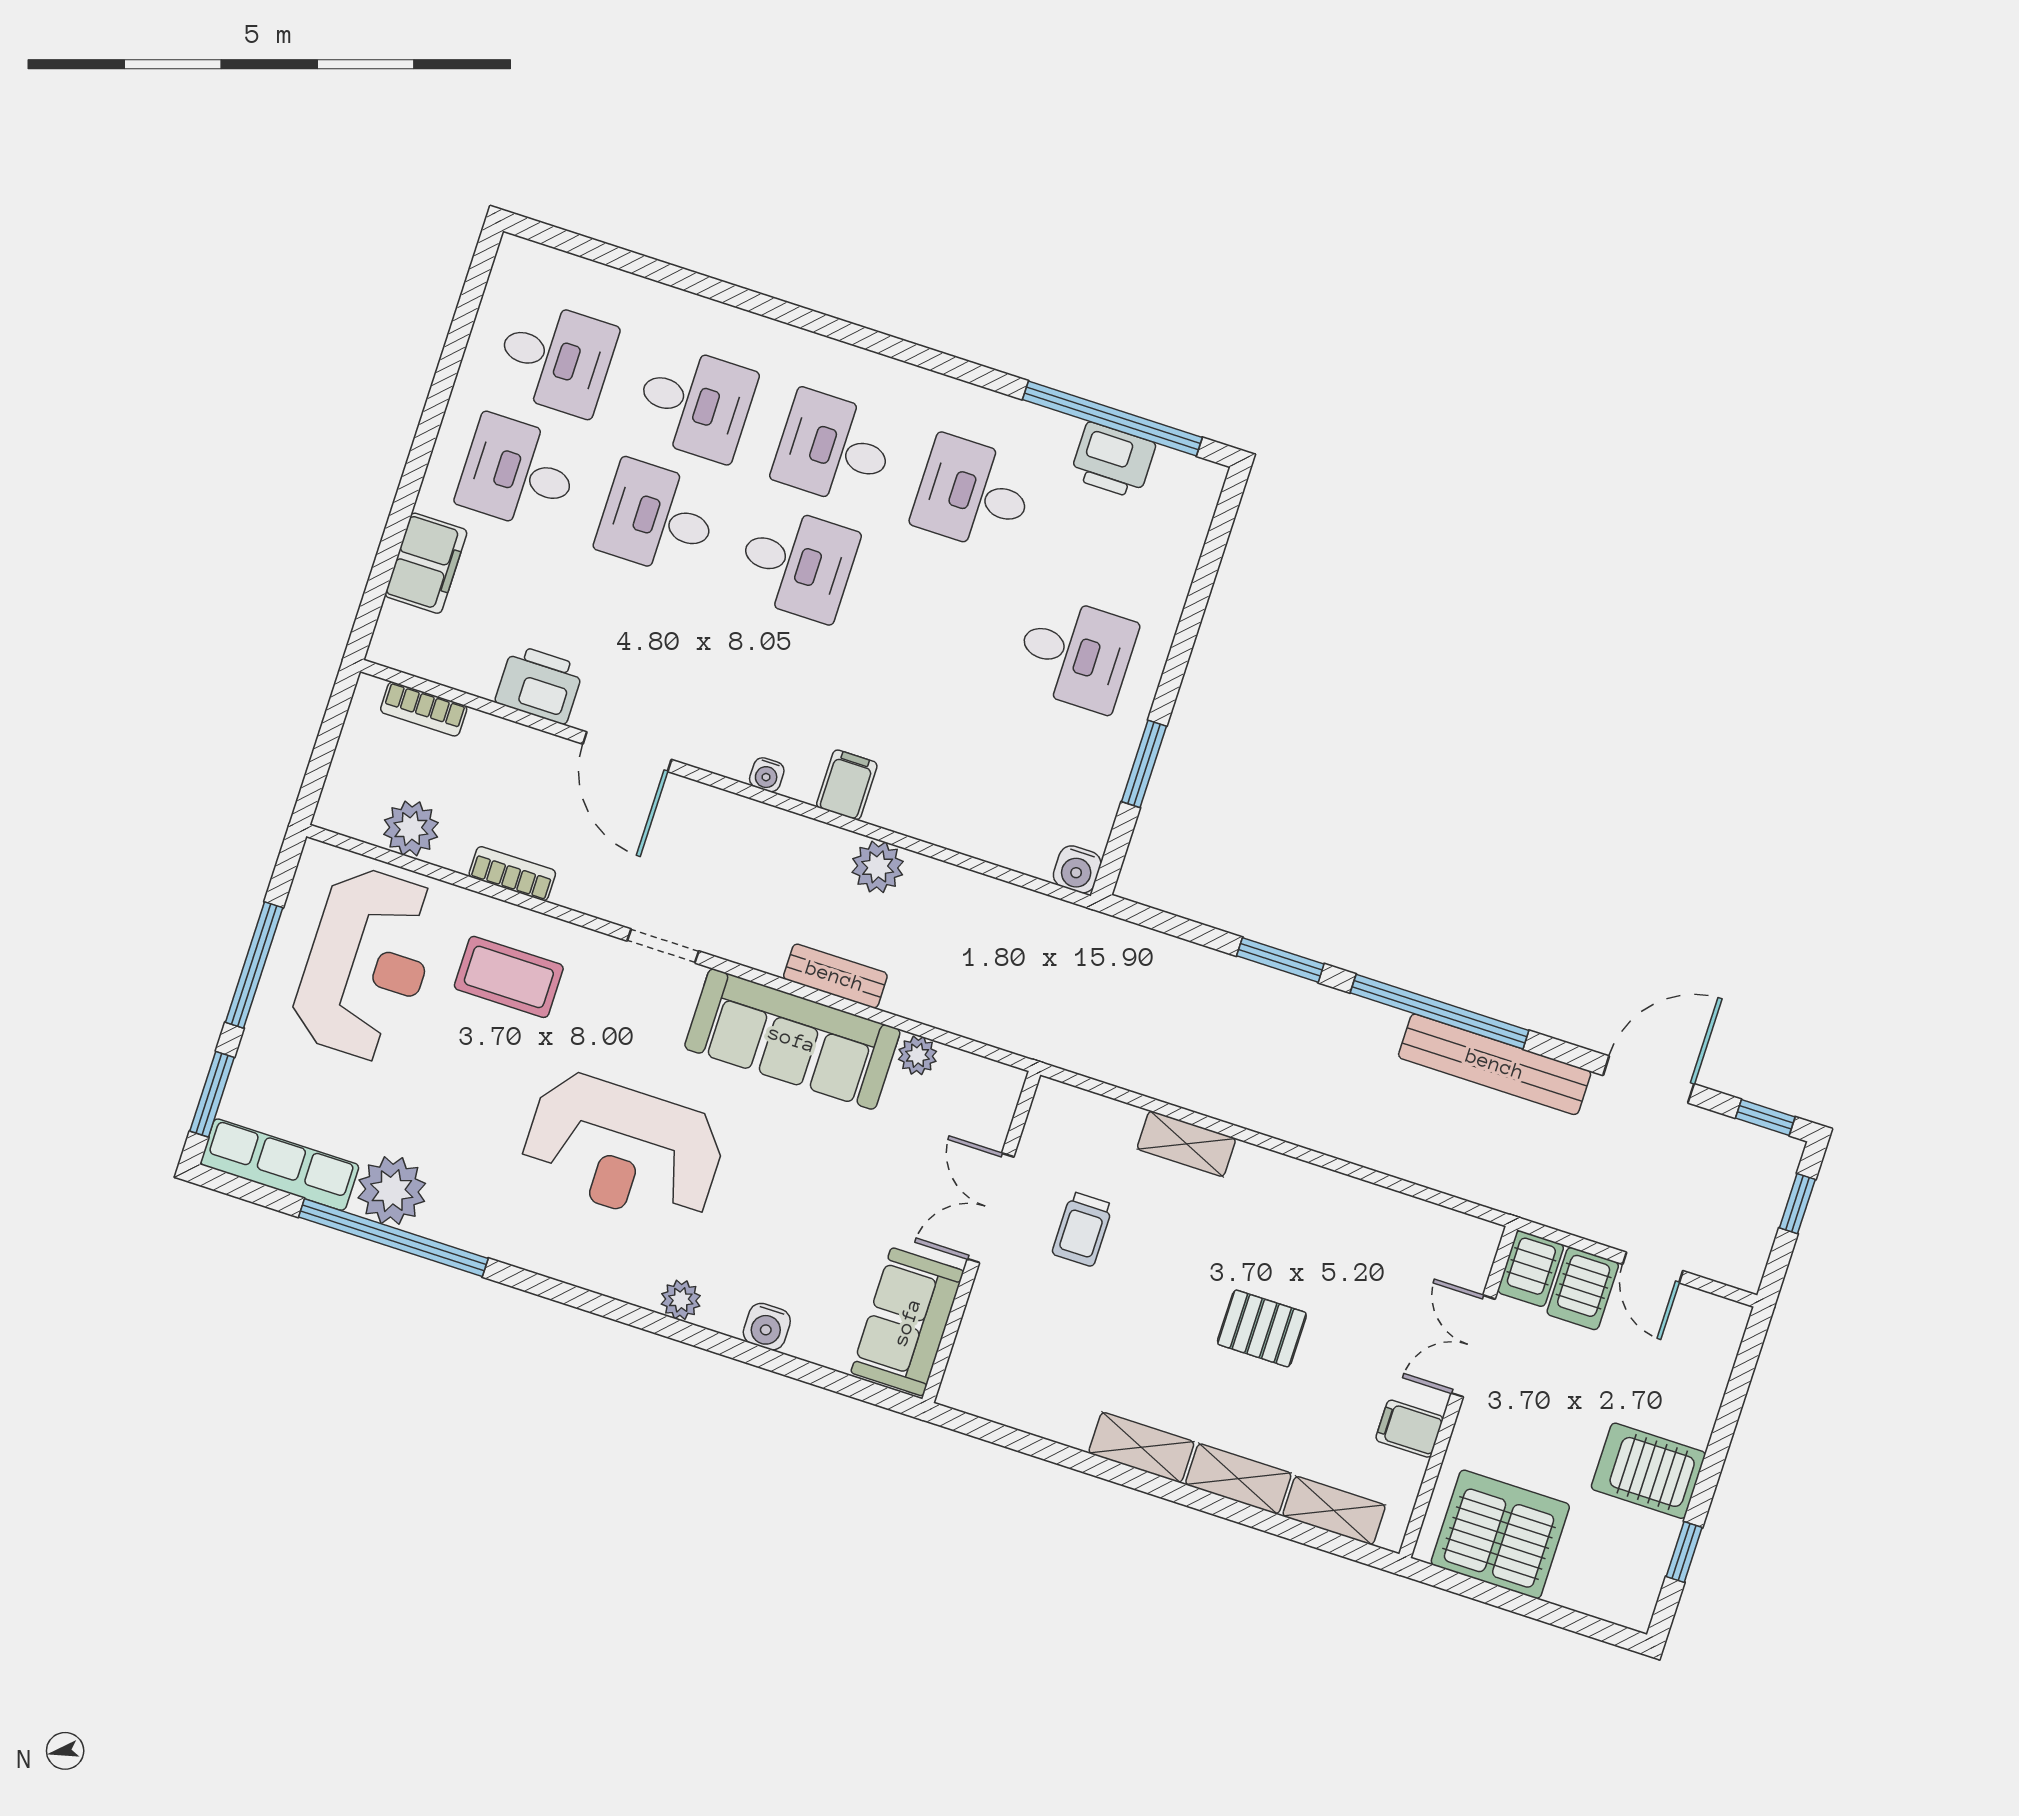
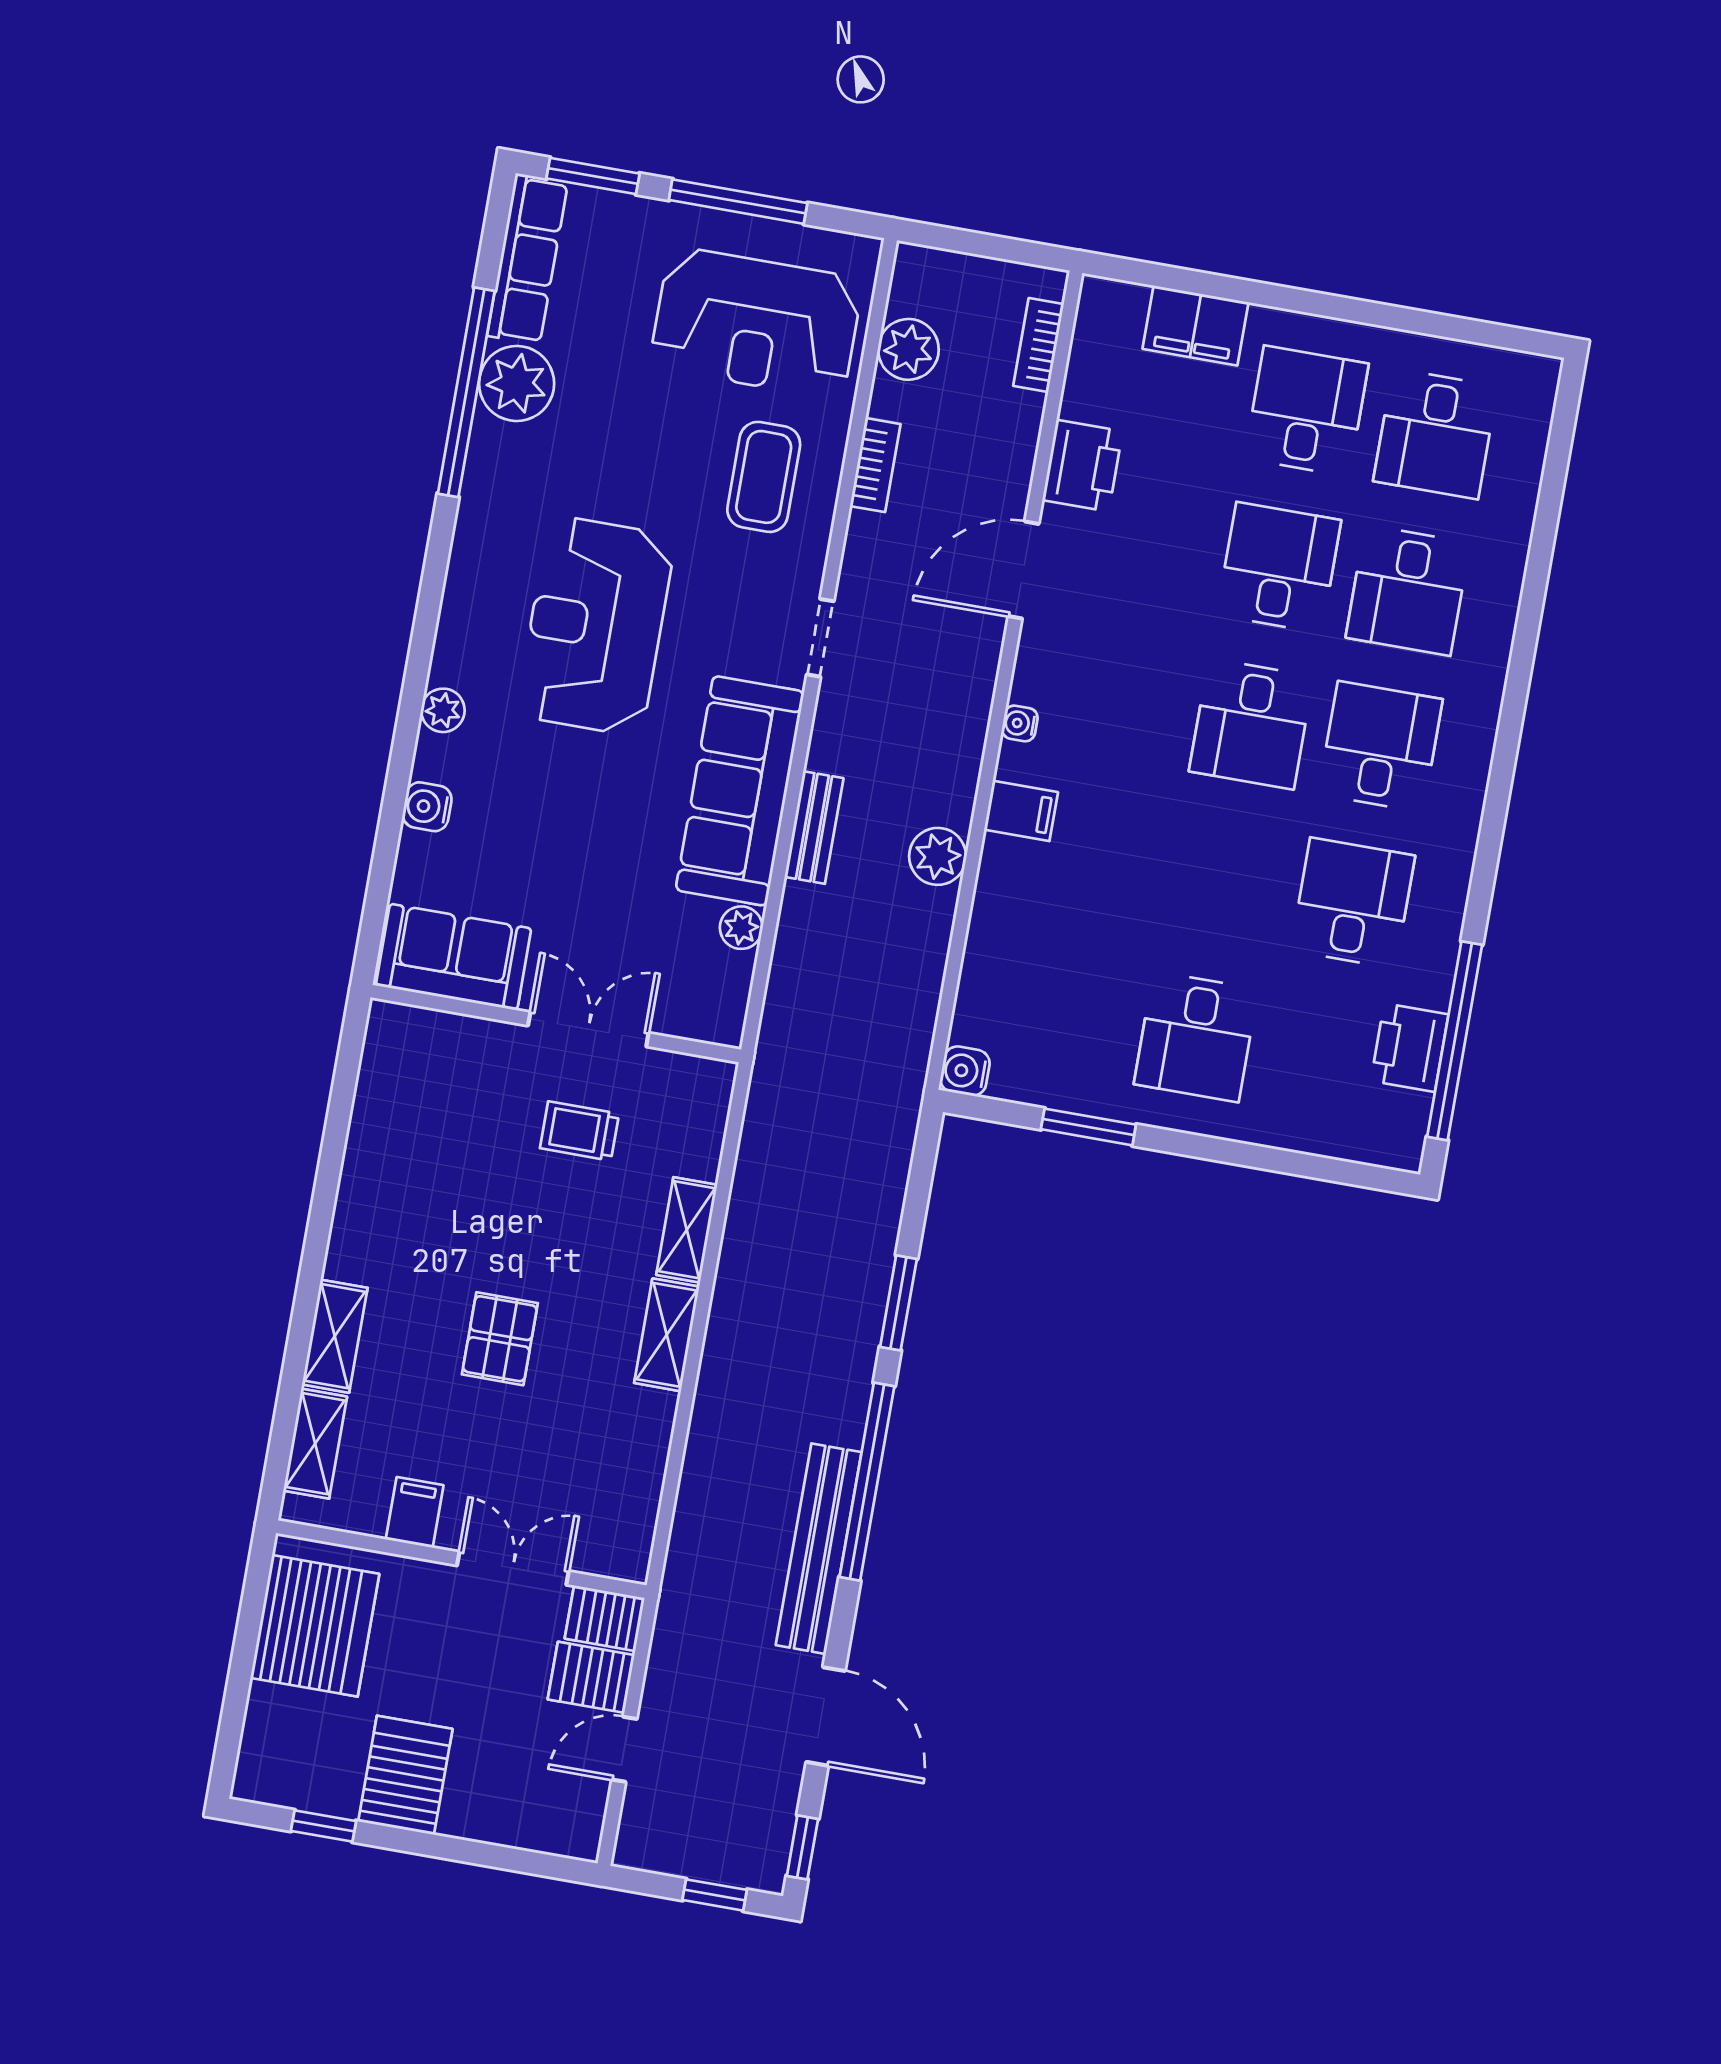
shelving: (1141, 1447) -> (667, 1335), moved

